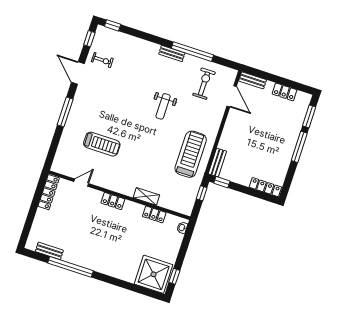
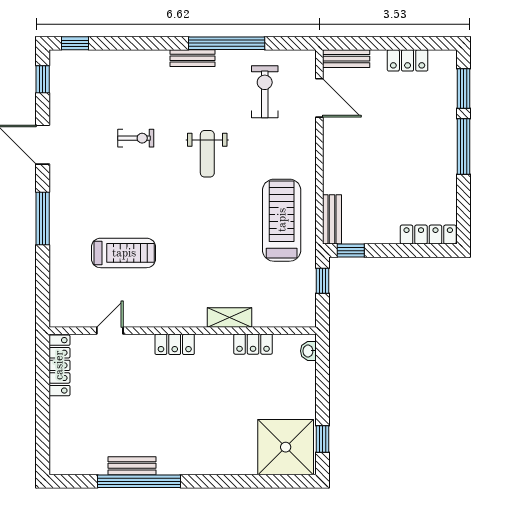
exercise bike: (102, 60) -> (136, 138), moved
bench: (49, 251) -> (132, 466), moved

